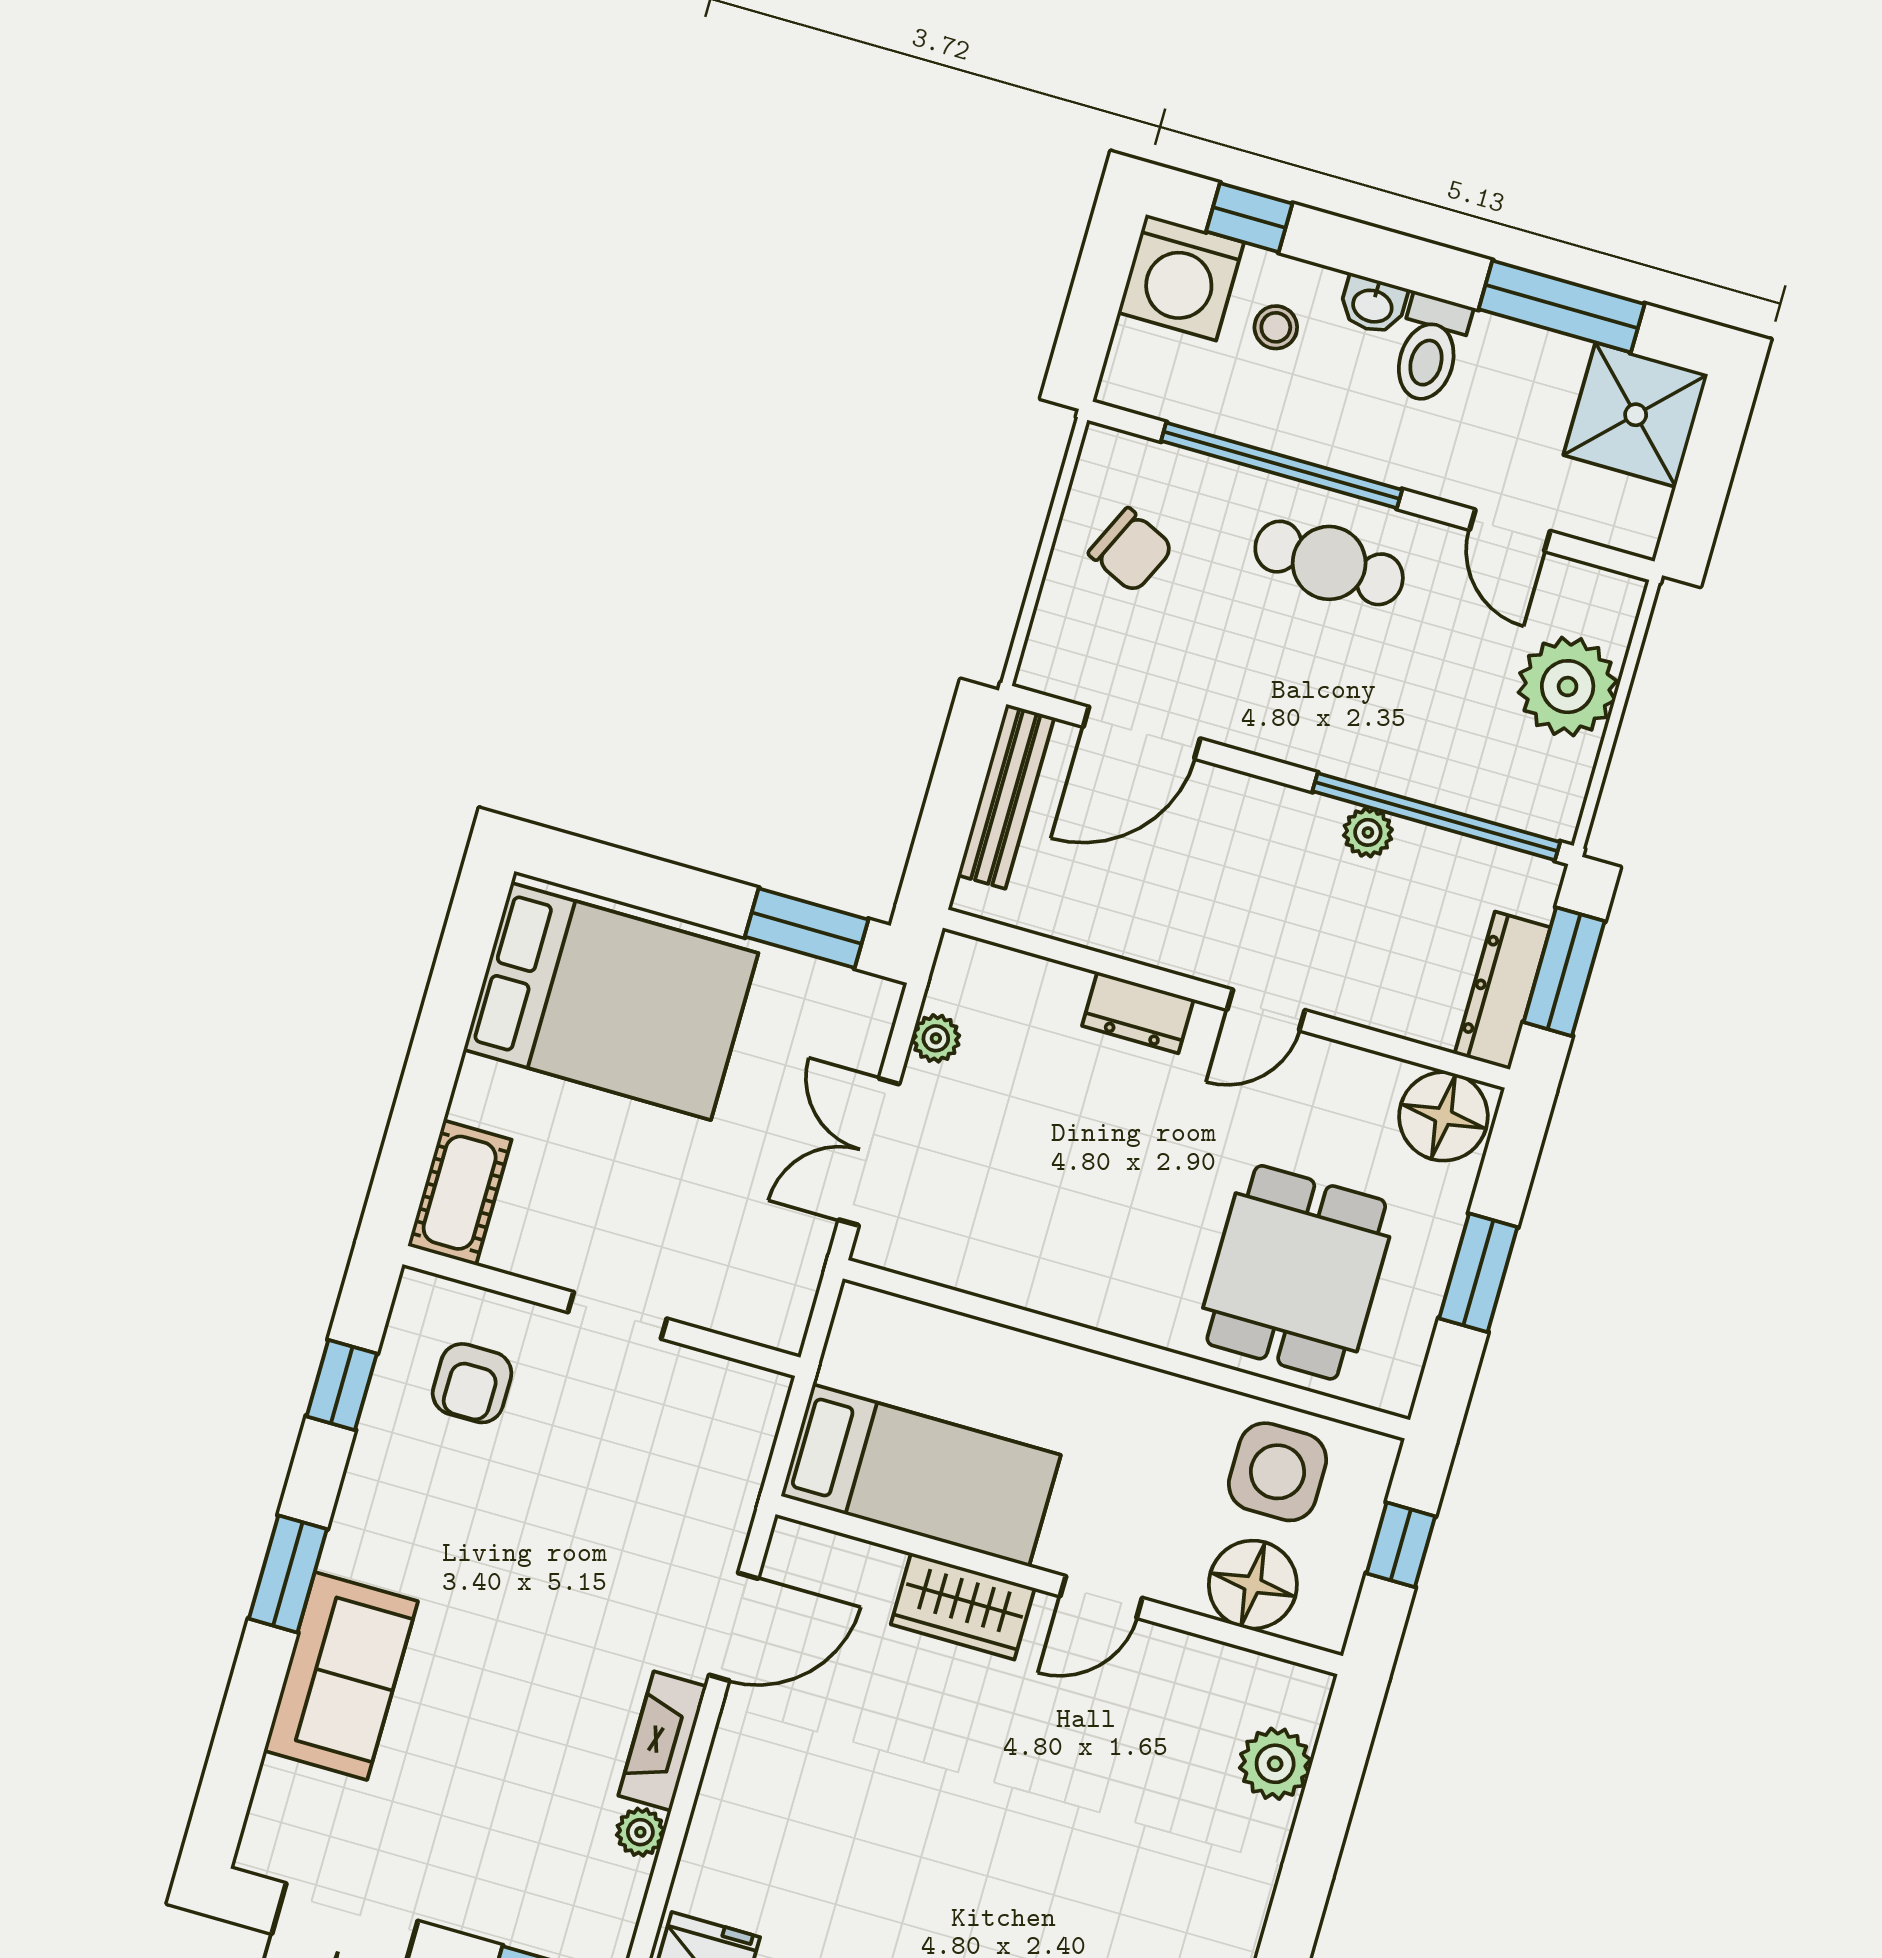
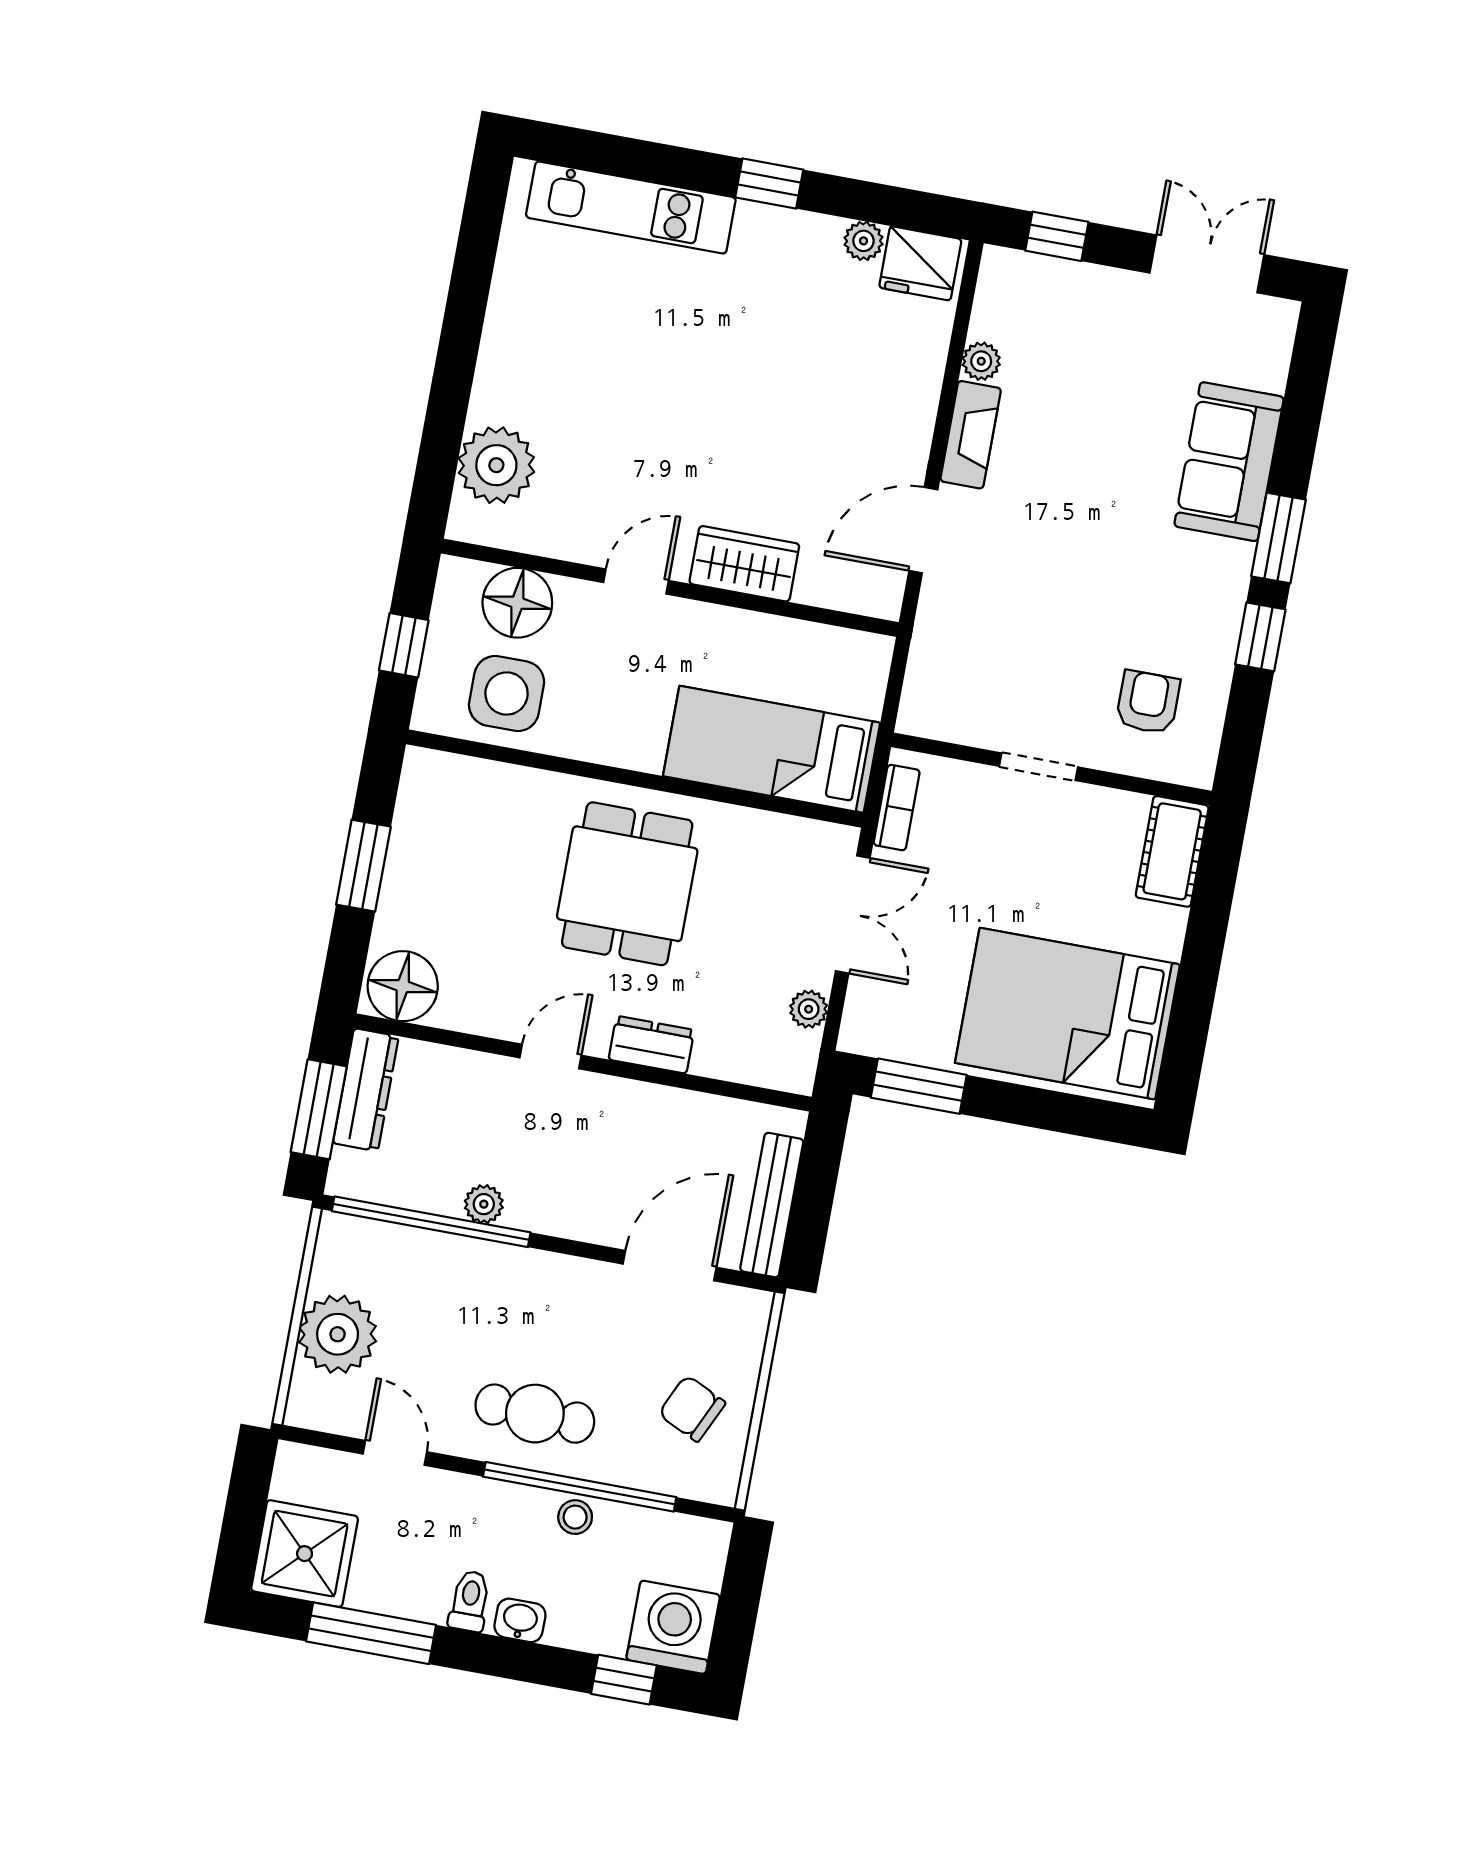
stool: (1276, 327) -> (575, 1517), moved
toilet: (1430, 349) -> (470, 1601), width x0.73, depth x0.72
dining table: (1296, 1272) -> (627, 884), moved
bookcase: (801, 1281) -> (897, 808), added
window: (342, 1385) -> (1260, 637), moved
bed: (921, 1475) -> (772, 749), moved
plant: (1275, 1764) -> (496, 465), width x1.36, depth x1.36

